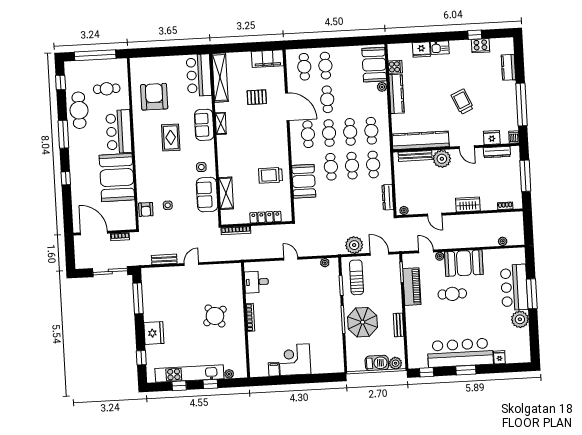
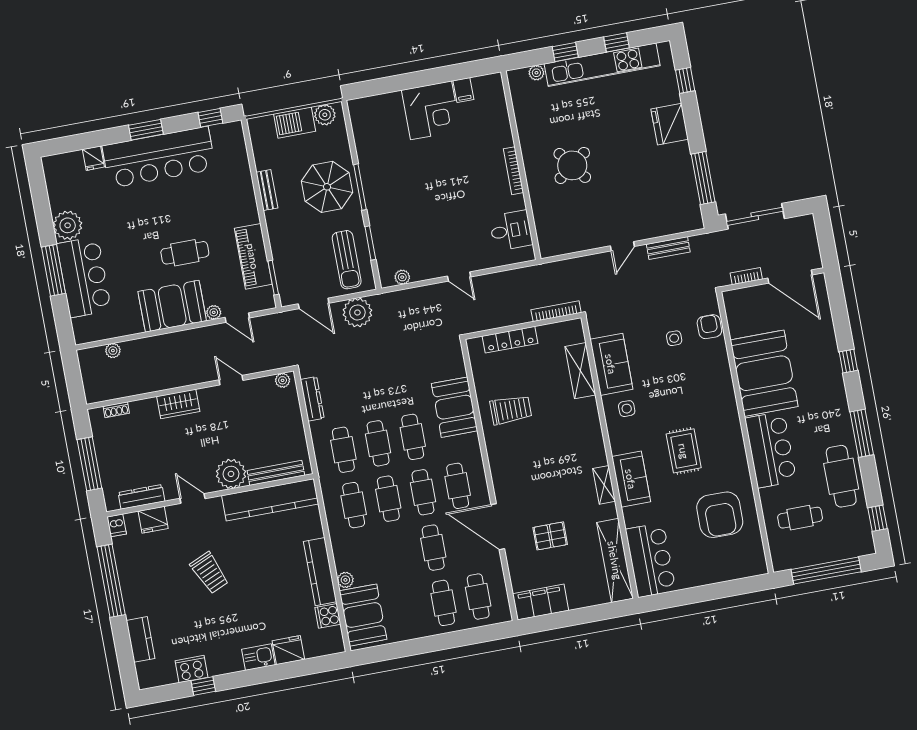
plant: (396, 363) -> (325, 115), moved

